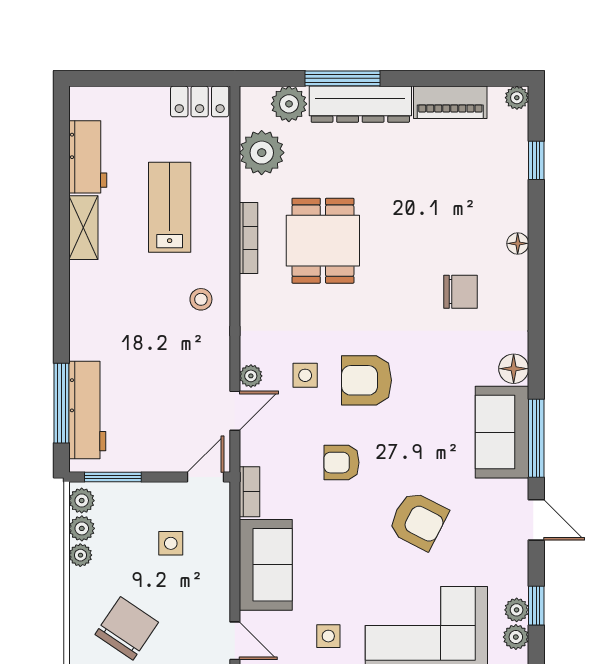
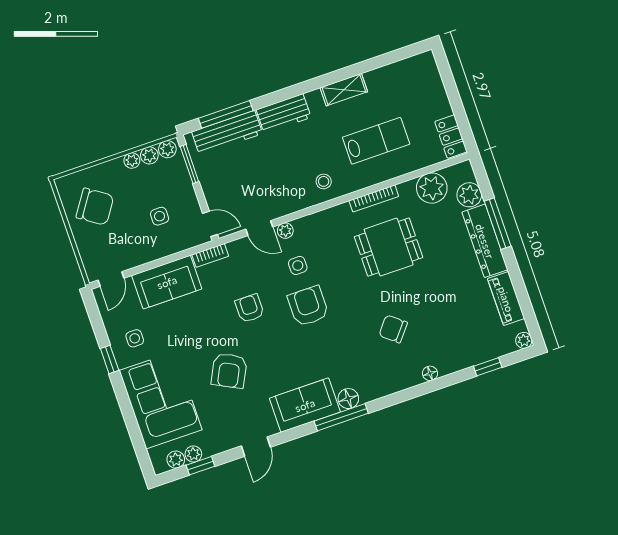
workbench: (88, 157) -> (284, 114), moved
chair: (460, 292) -> (393, 329), moved, turned 129
window: (536, 438) -> (341, 417), moved

